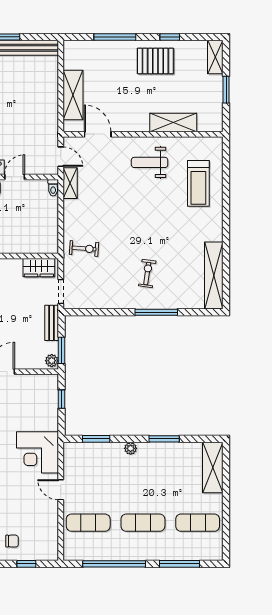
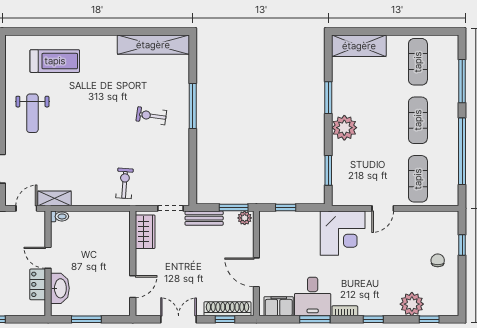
plant: (131, 448) -> (344, 128), width x1.88, depth x1.88

